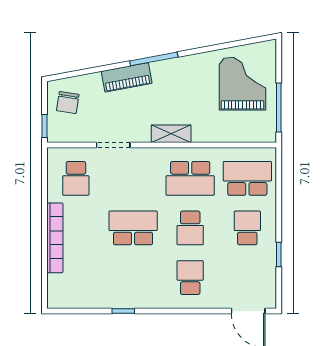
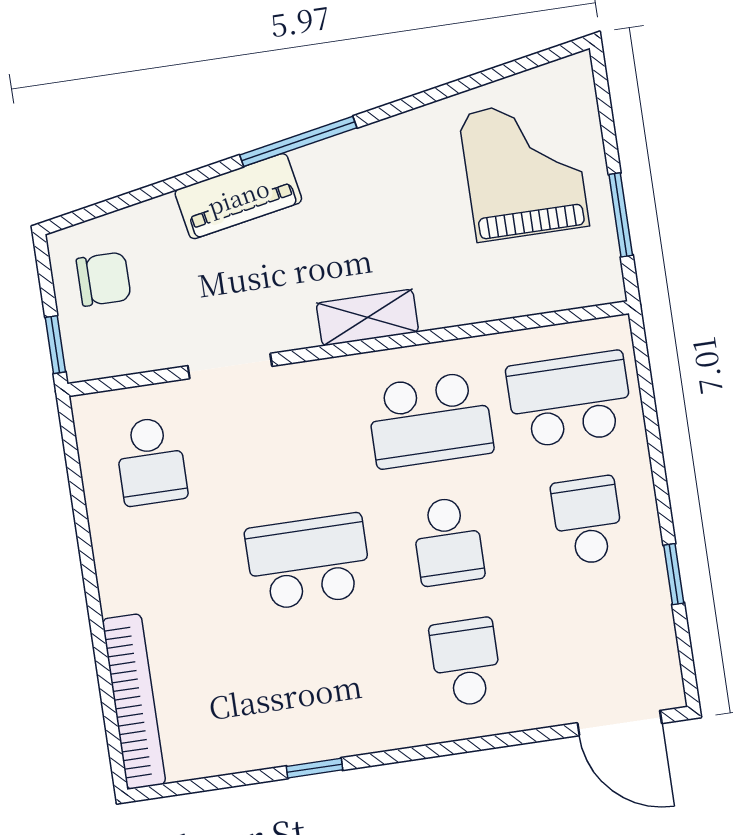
chair: (68, 103) -> (104, 279), turned -99
window: (279, 107) -> (621, 215), width x0.69
bookcase: (55, 238) -> (134, 702), moved

